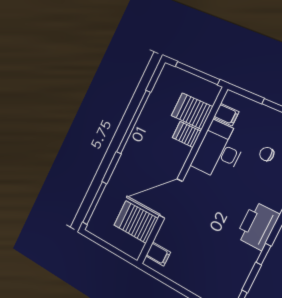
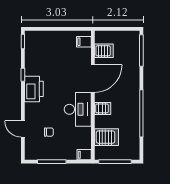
filing cabinet: (226, 115) -> (84, 155), moved
server rack: (187, 134) -> (103, 108), moved
desk: (219, 151) -> (78, 109), moved
server rack: (136, 222) -> (104, 51), width x0.73, depth x0.70

